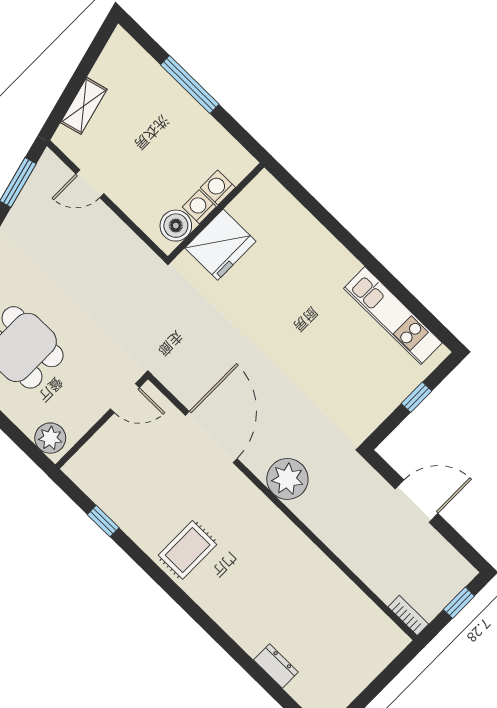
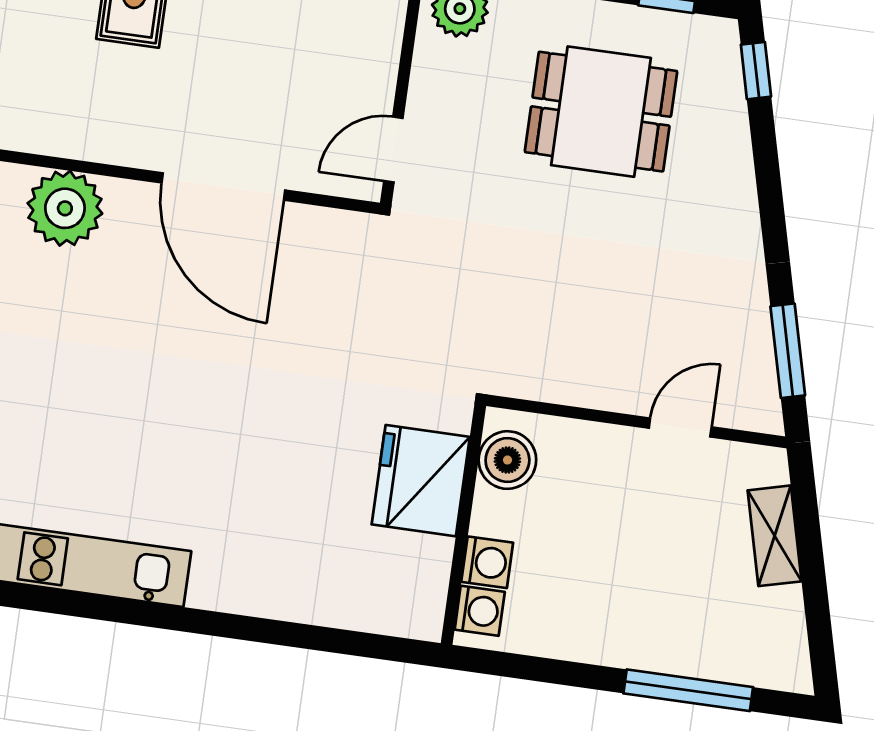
window: (190, 84) -> (688, 690), moved
washing machine: (199, 207) -> (480, 611), moved

